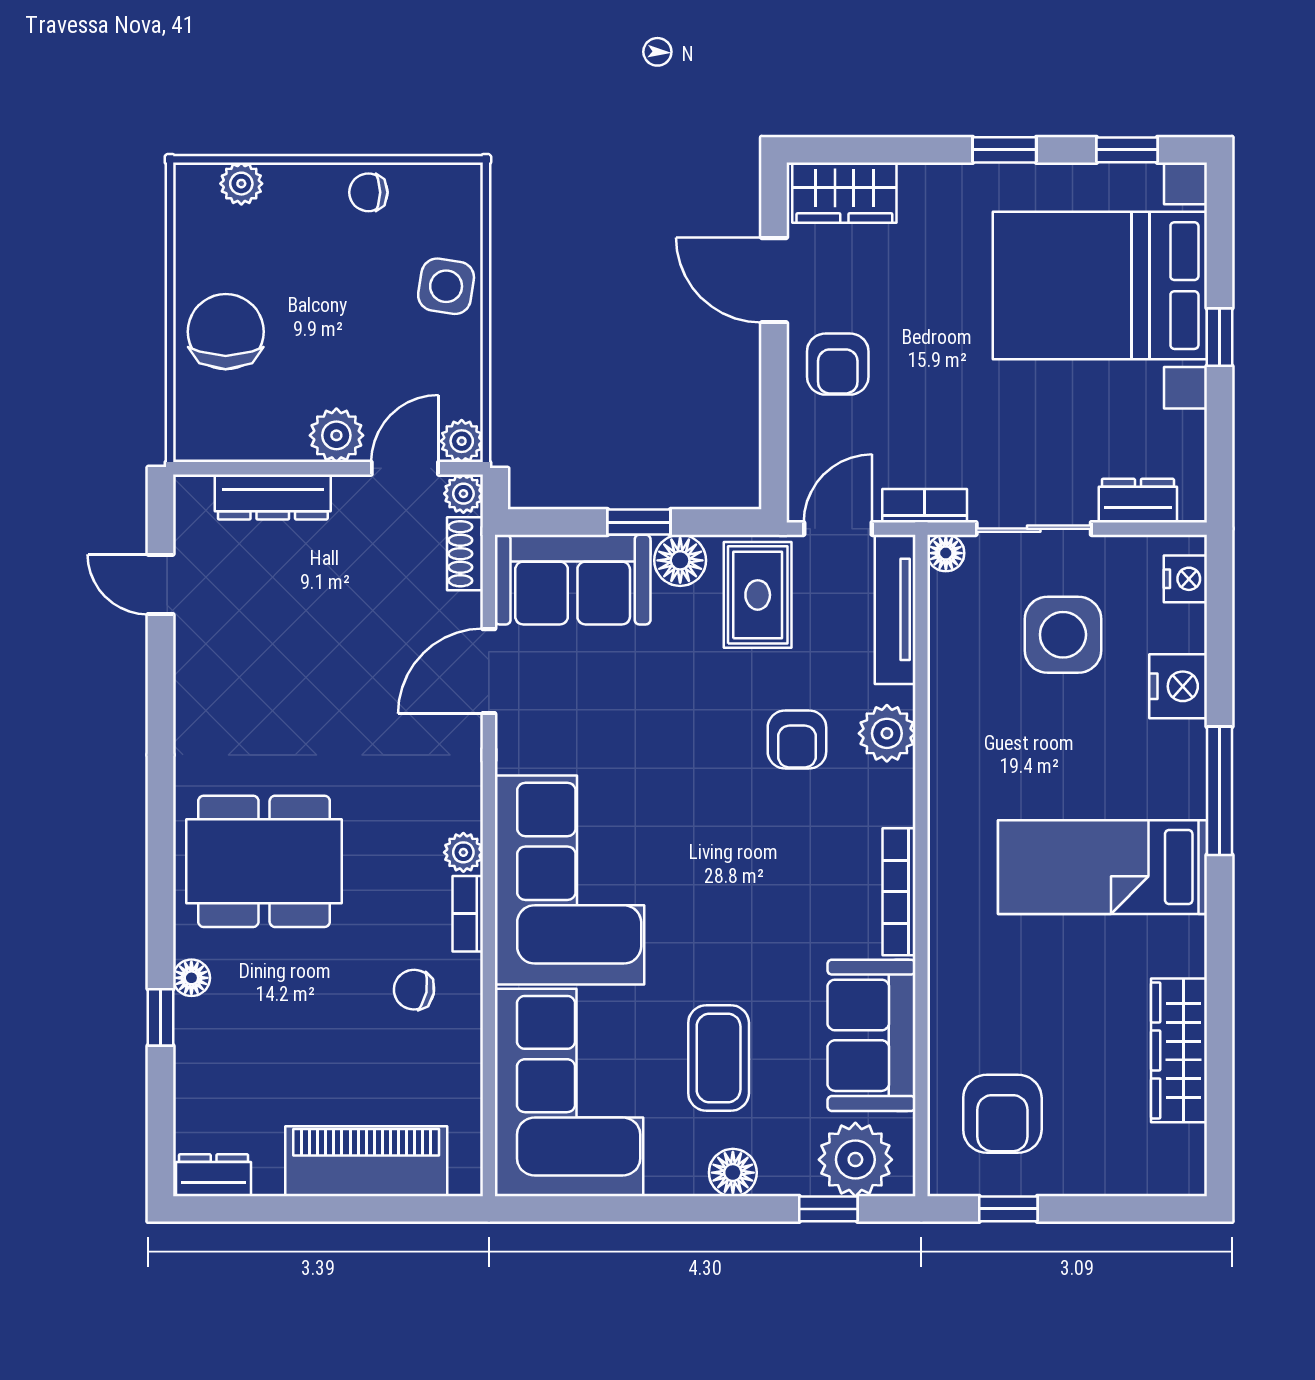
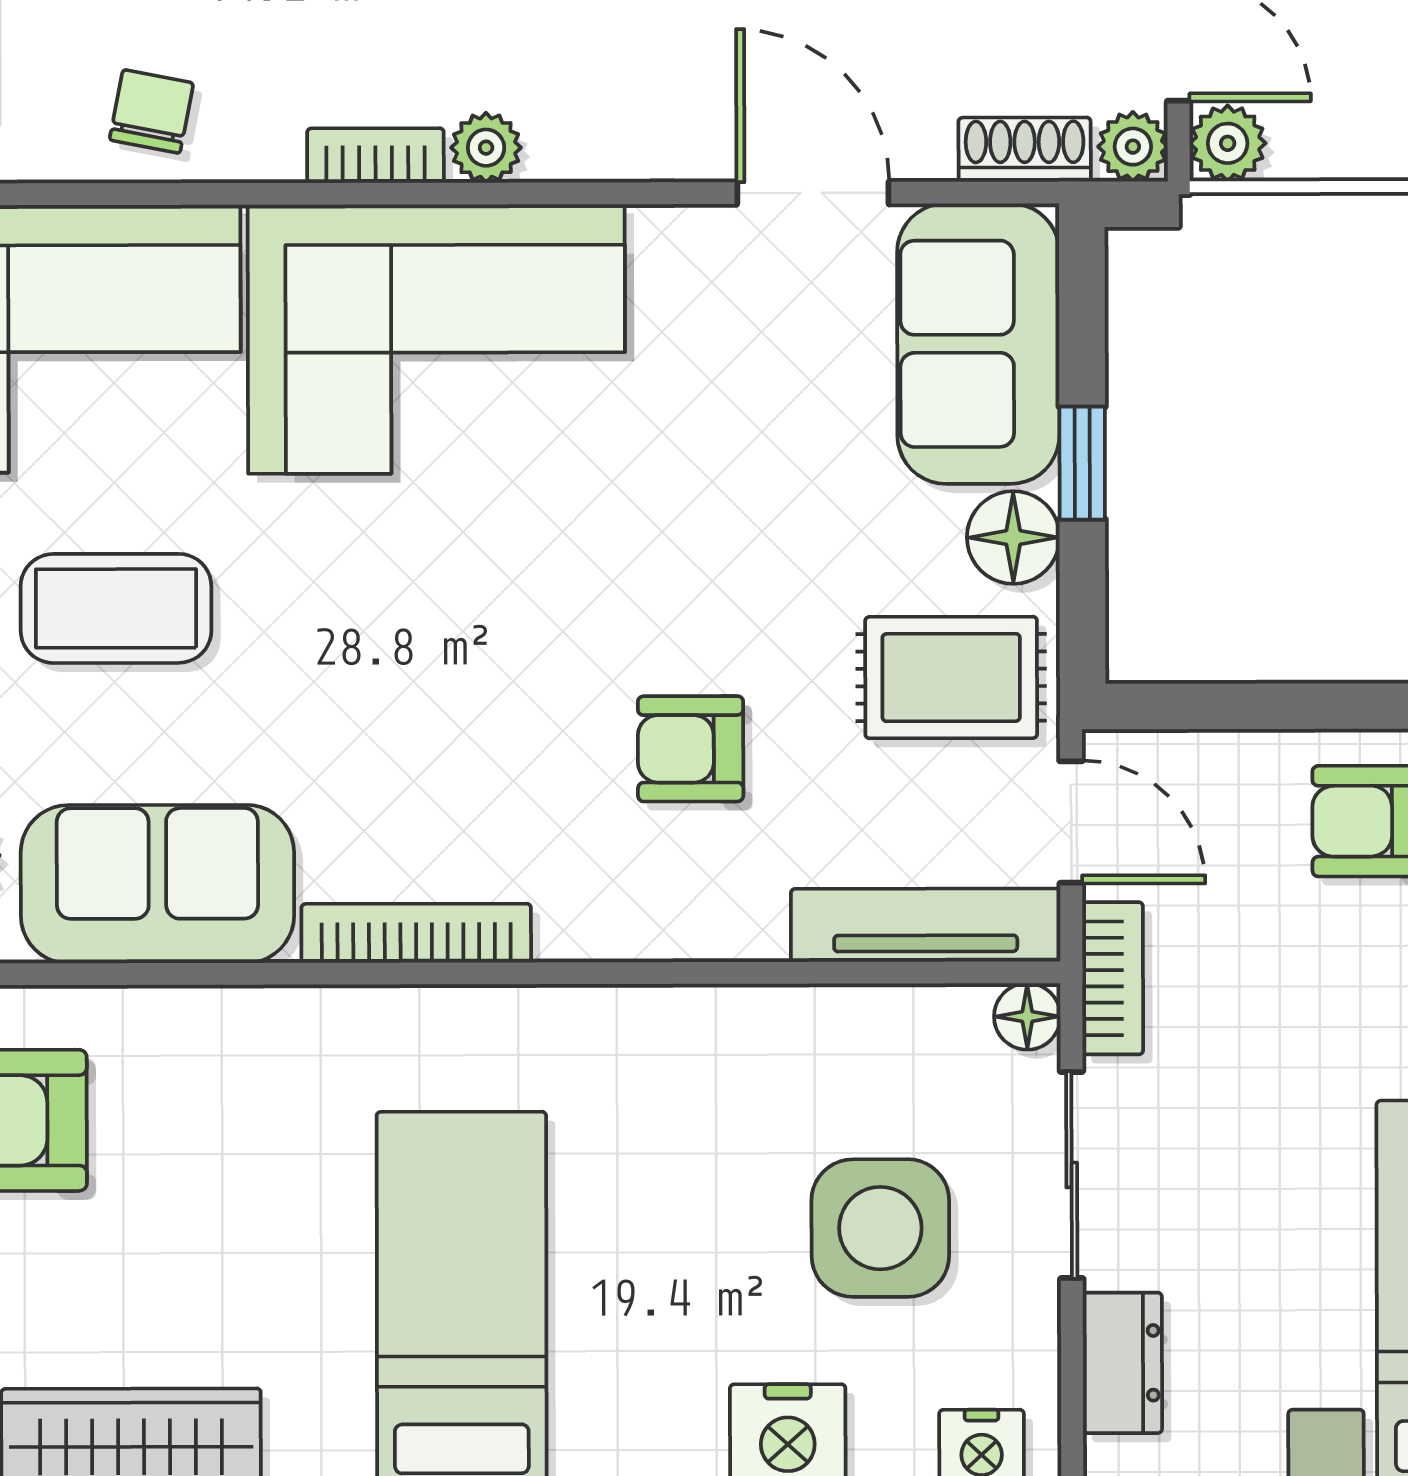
plant: (887, 733) -> (702, 911), removed
chair: (414, 990) -> (151, 111), moved

